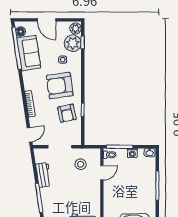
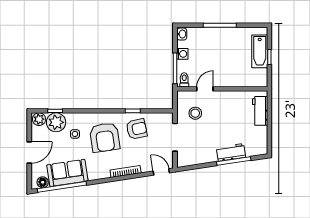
door: (102, 173) -> (205, 89), hinge flipped
workbench: (44, 175) -> (231, 152), moved

